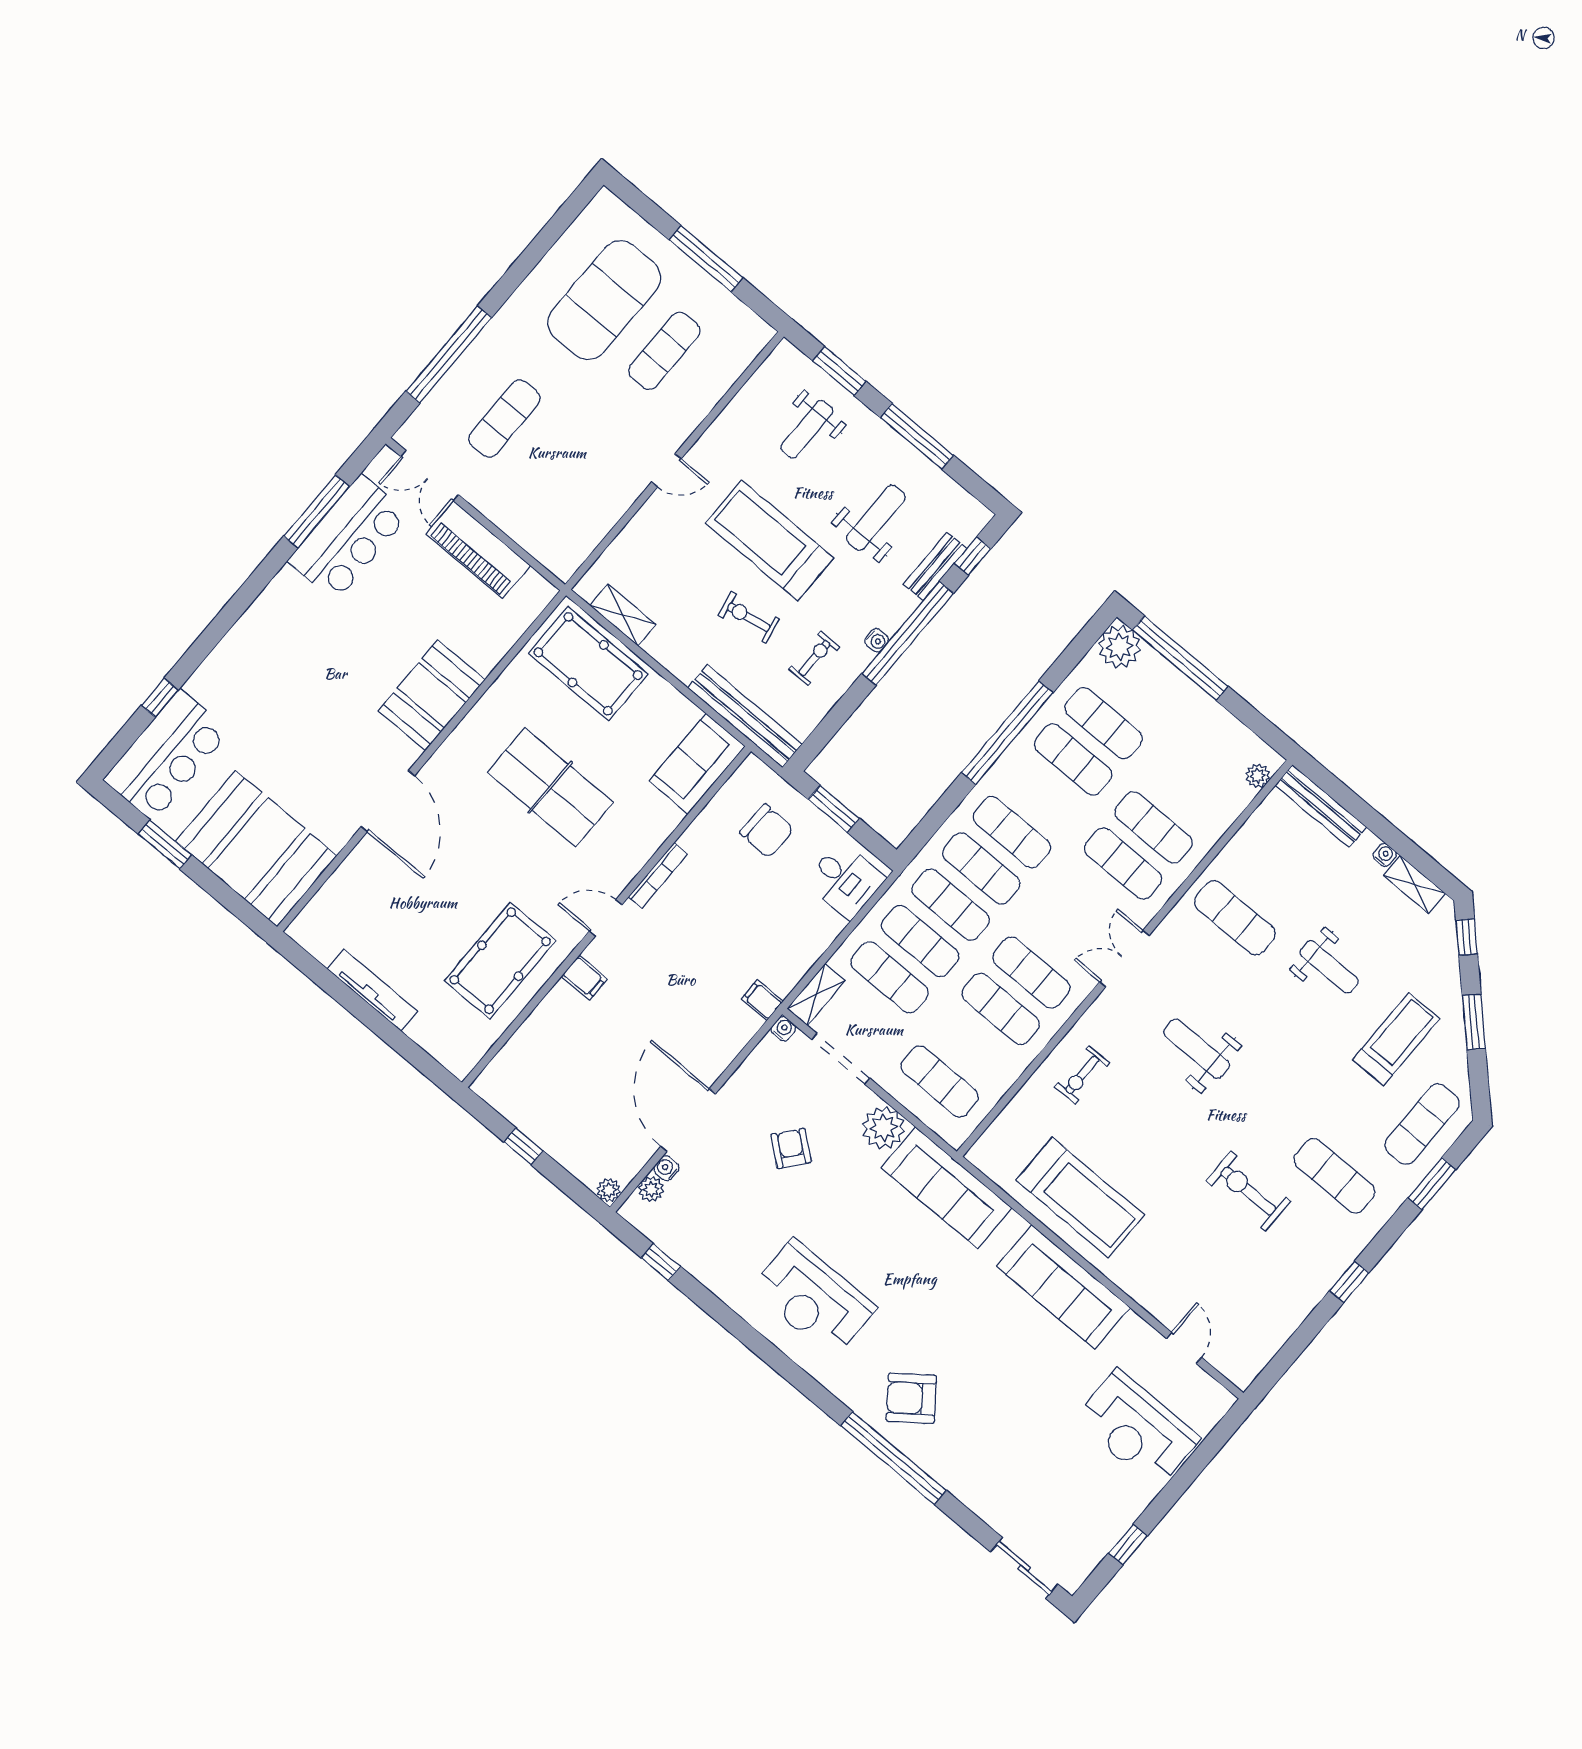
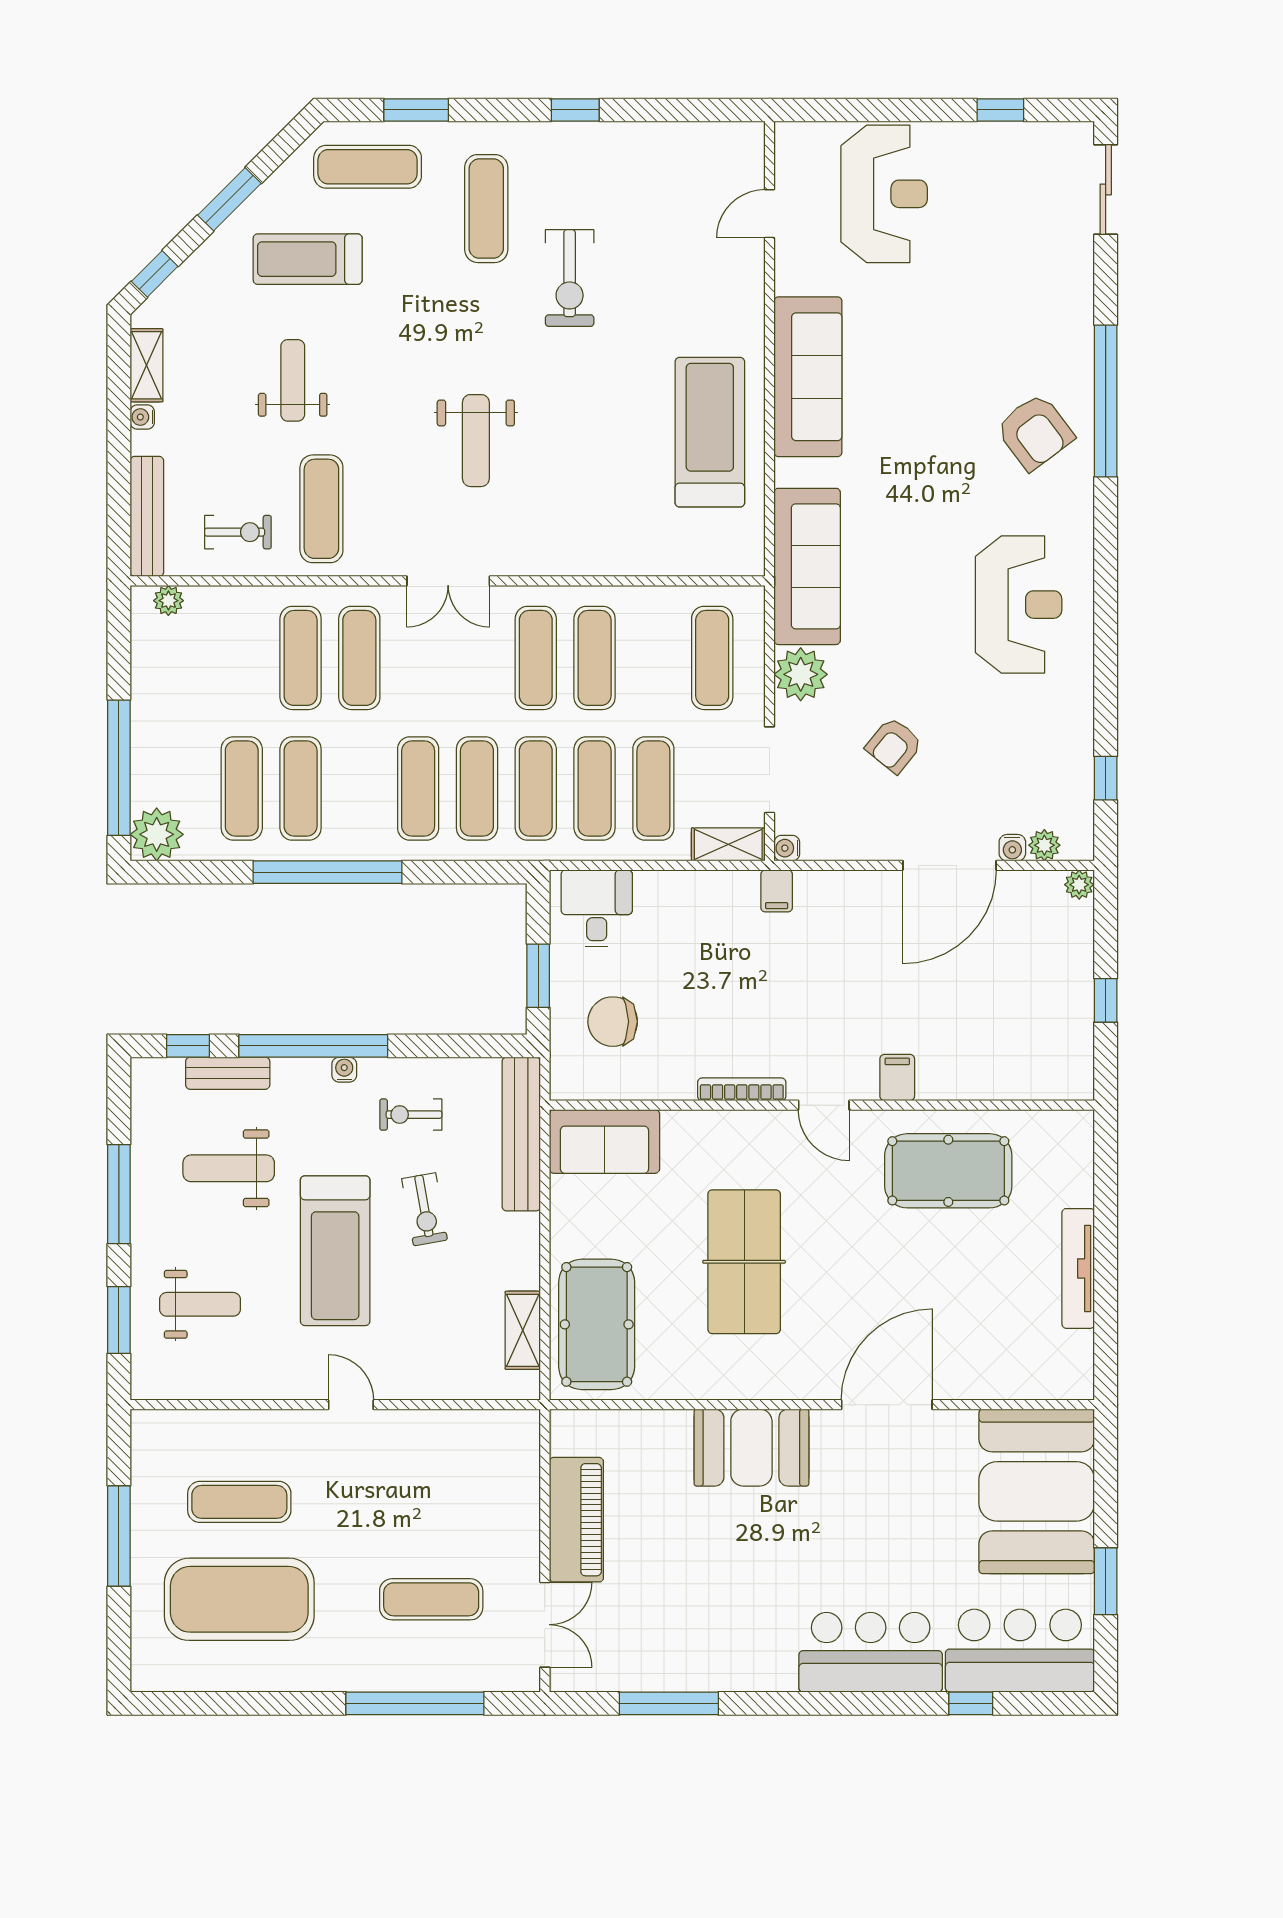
bar counter: (348, 538) -> (871, 1652), moved
chair: (767, 831) -> (613, 1022), turned -92
exercise bike: (1082, 1075) -> (238, 532), moved

